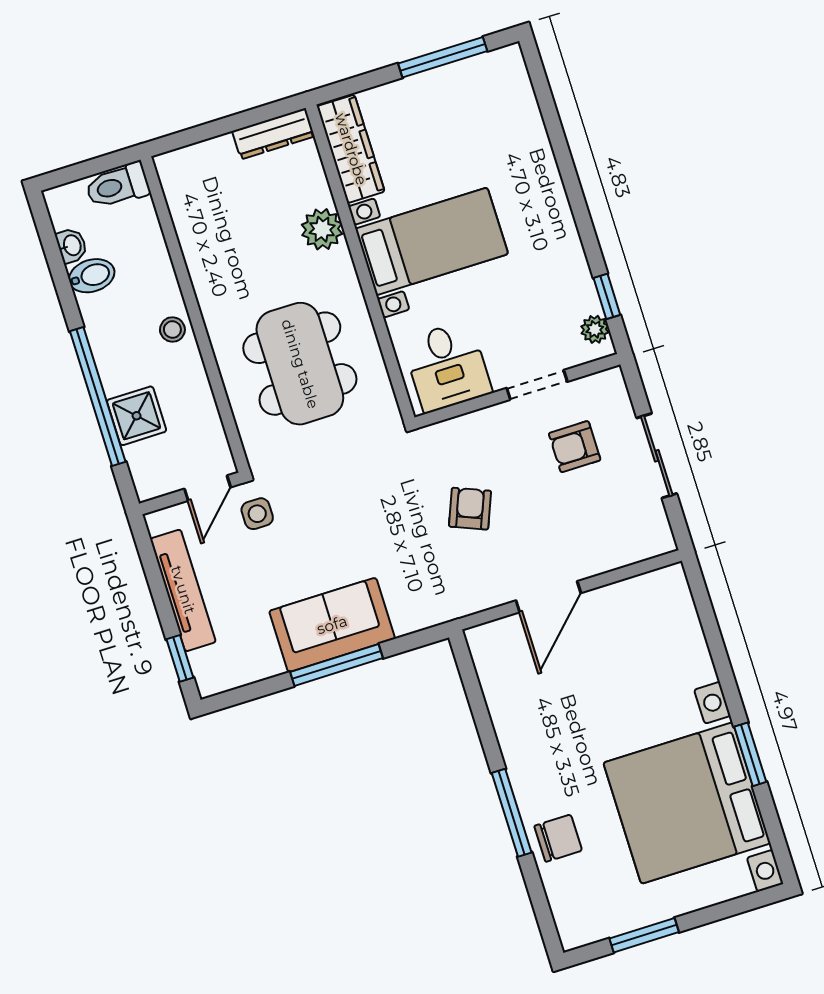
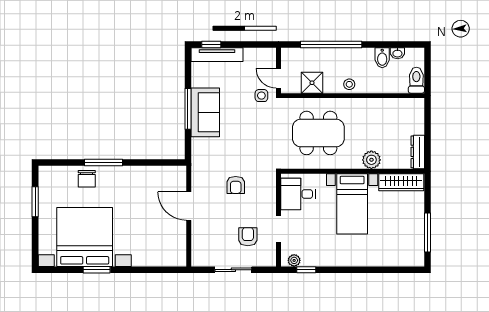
shower: (137, 416) -> (312, 83), moved
armchair: (470, 509) -> (236, 185), turned 68
tv unit: (183, 590) -> (217, 55), moved

